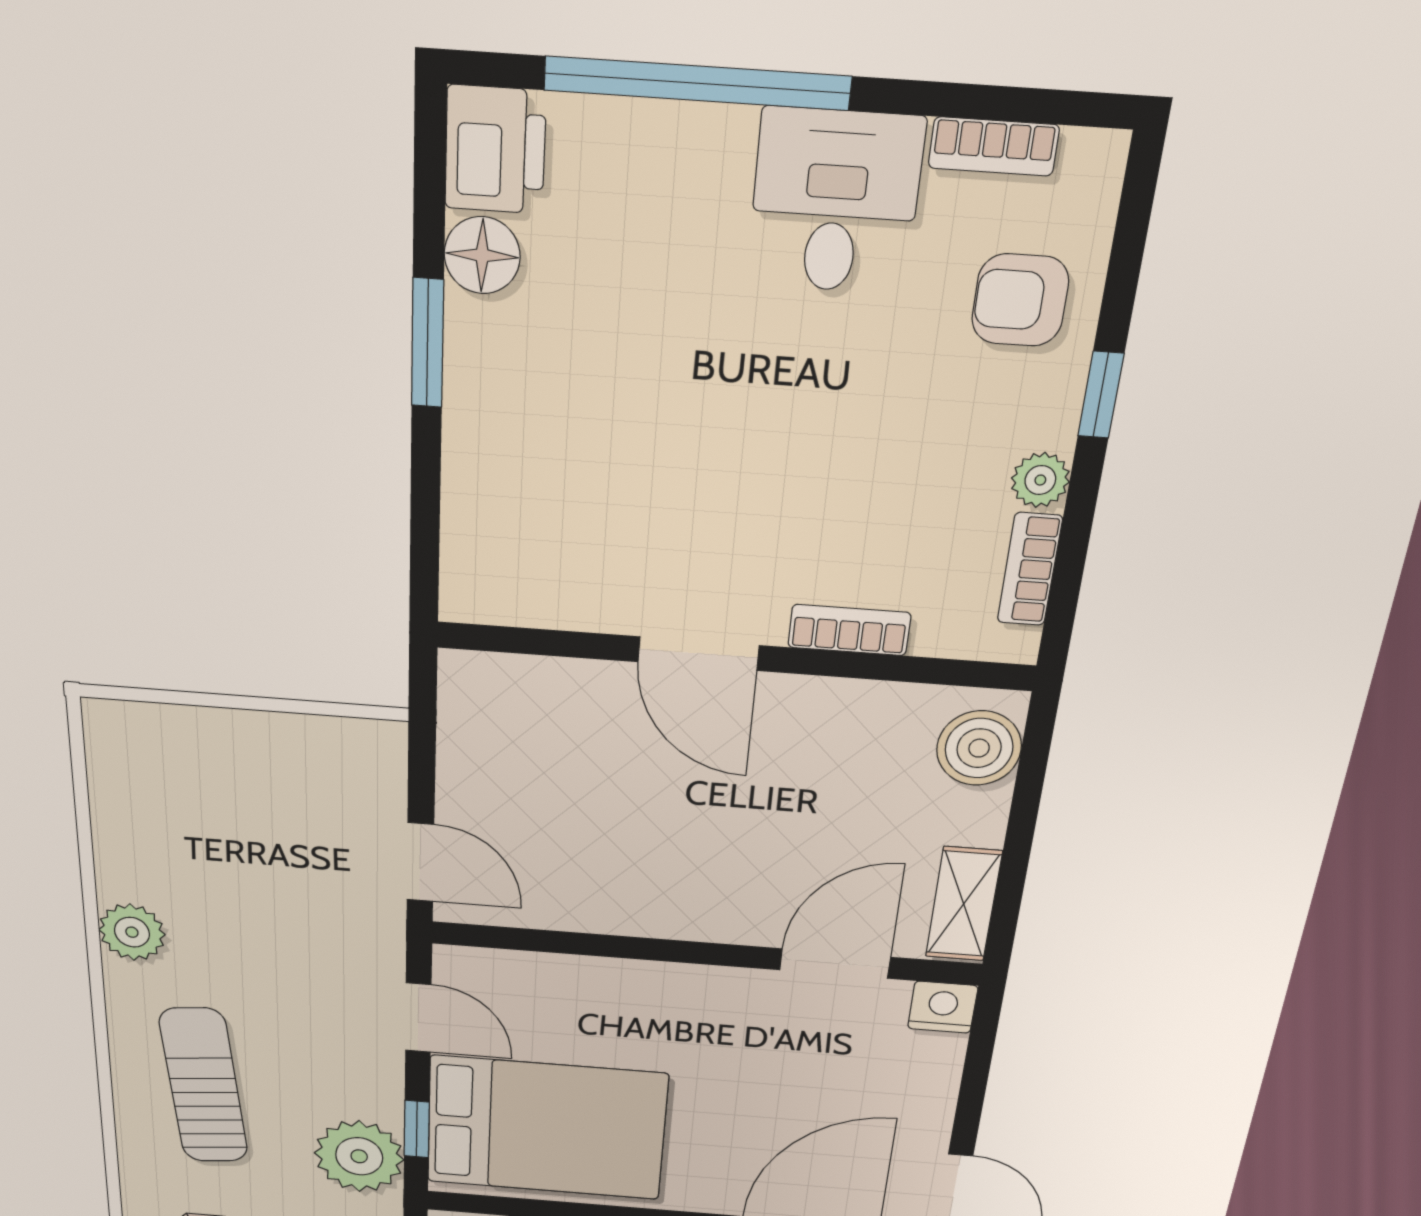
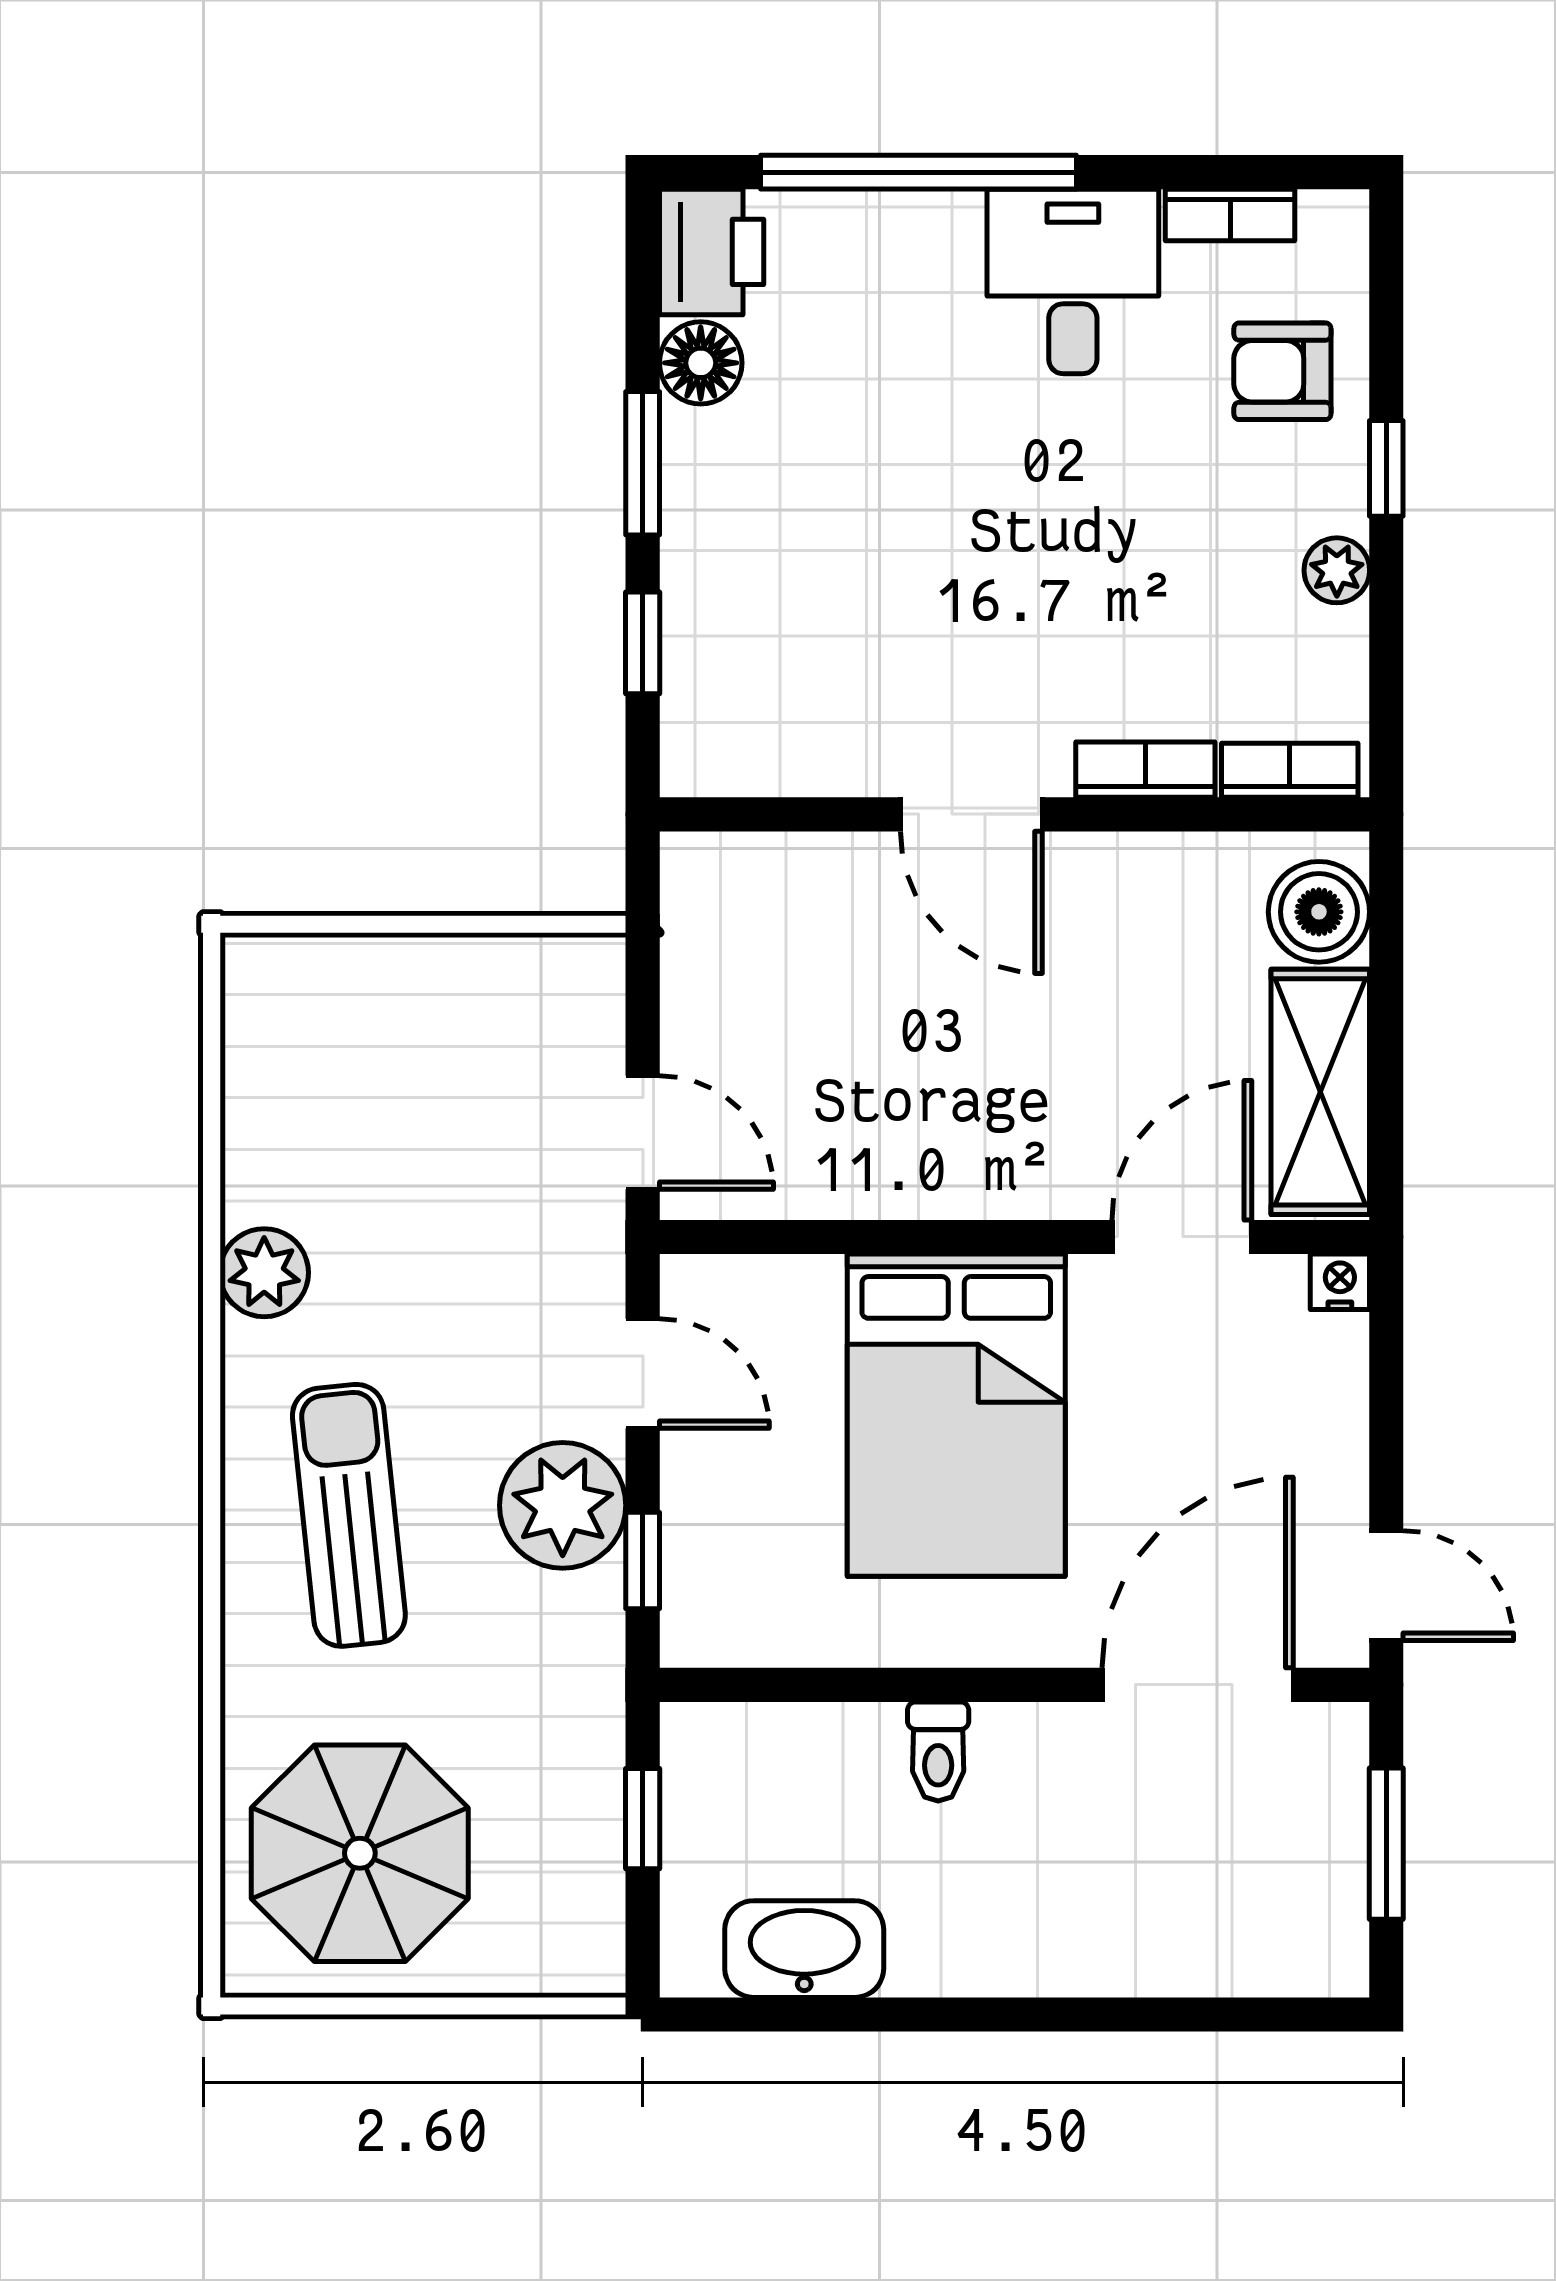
window: (425, 497) -> (643, 643), added
bookcase: (1030, 569) -> (1290, 770), moved, turned 90
shelving: (964, 904) -> (1320, 1092), width x1.50, depth x1.33
nightstand: (943, 1007) -> (1340, 1282), width x0.72, depth x0.74
bed: (546, 1128) -> (956, 1415), moved, turned 90
plant: (359, 1156) -> (563, 1505), moved

